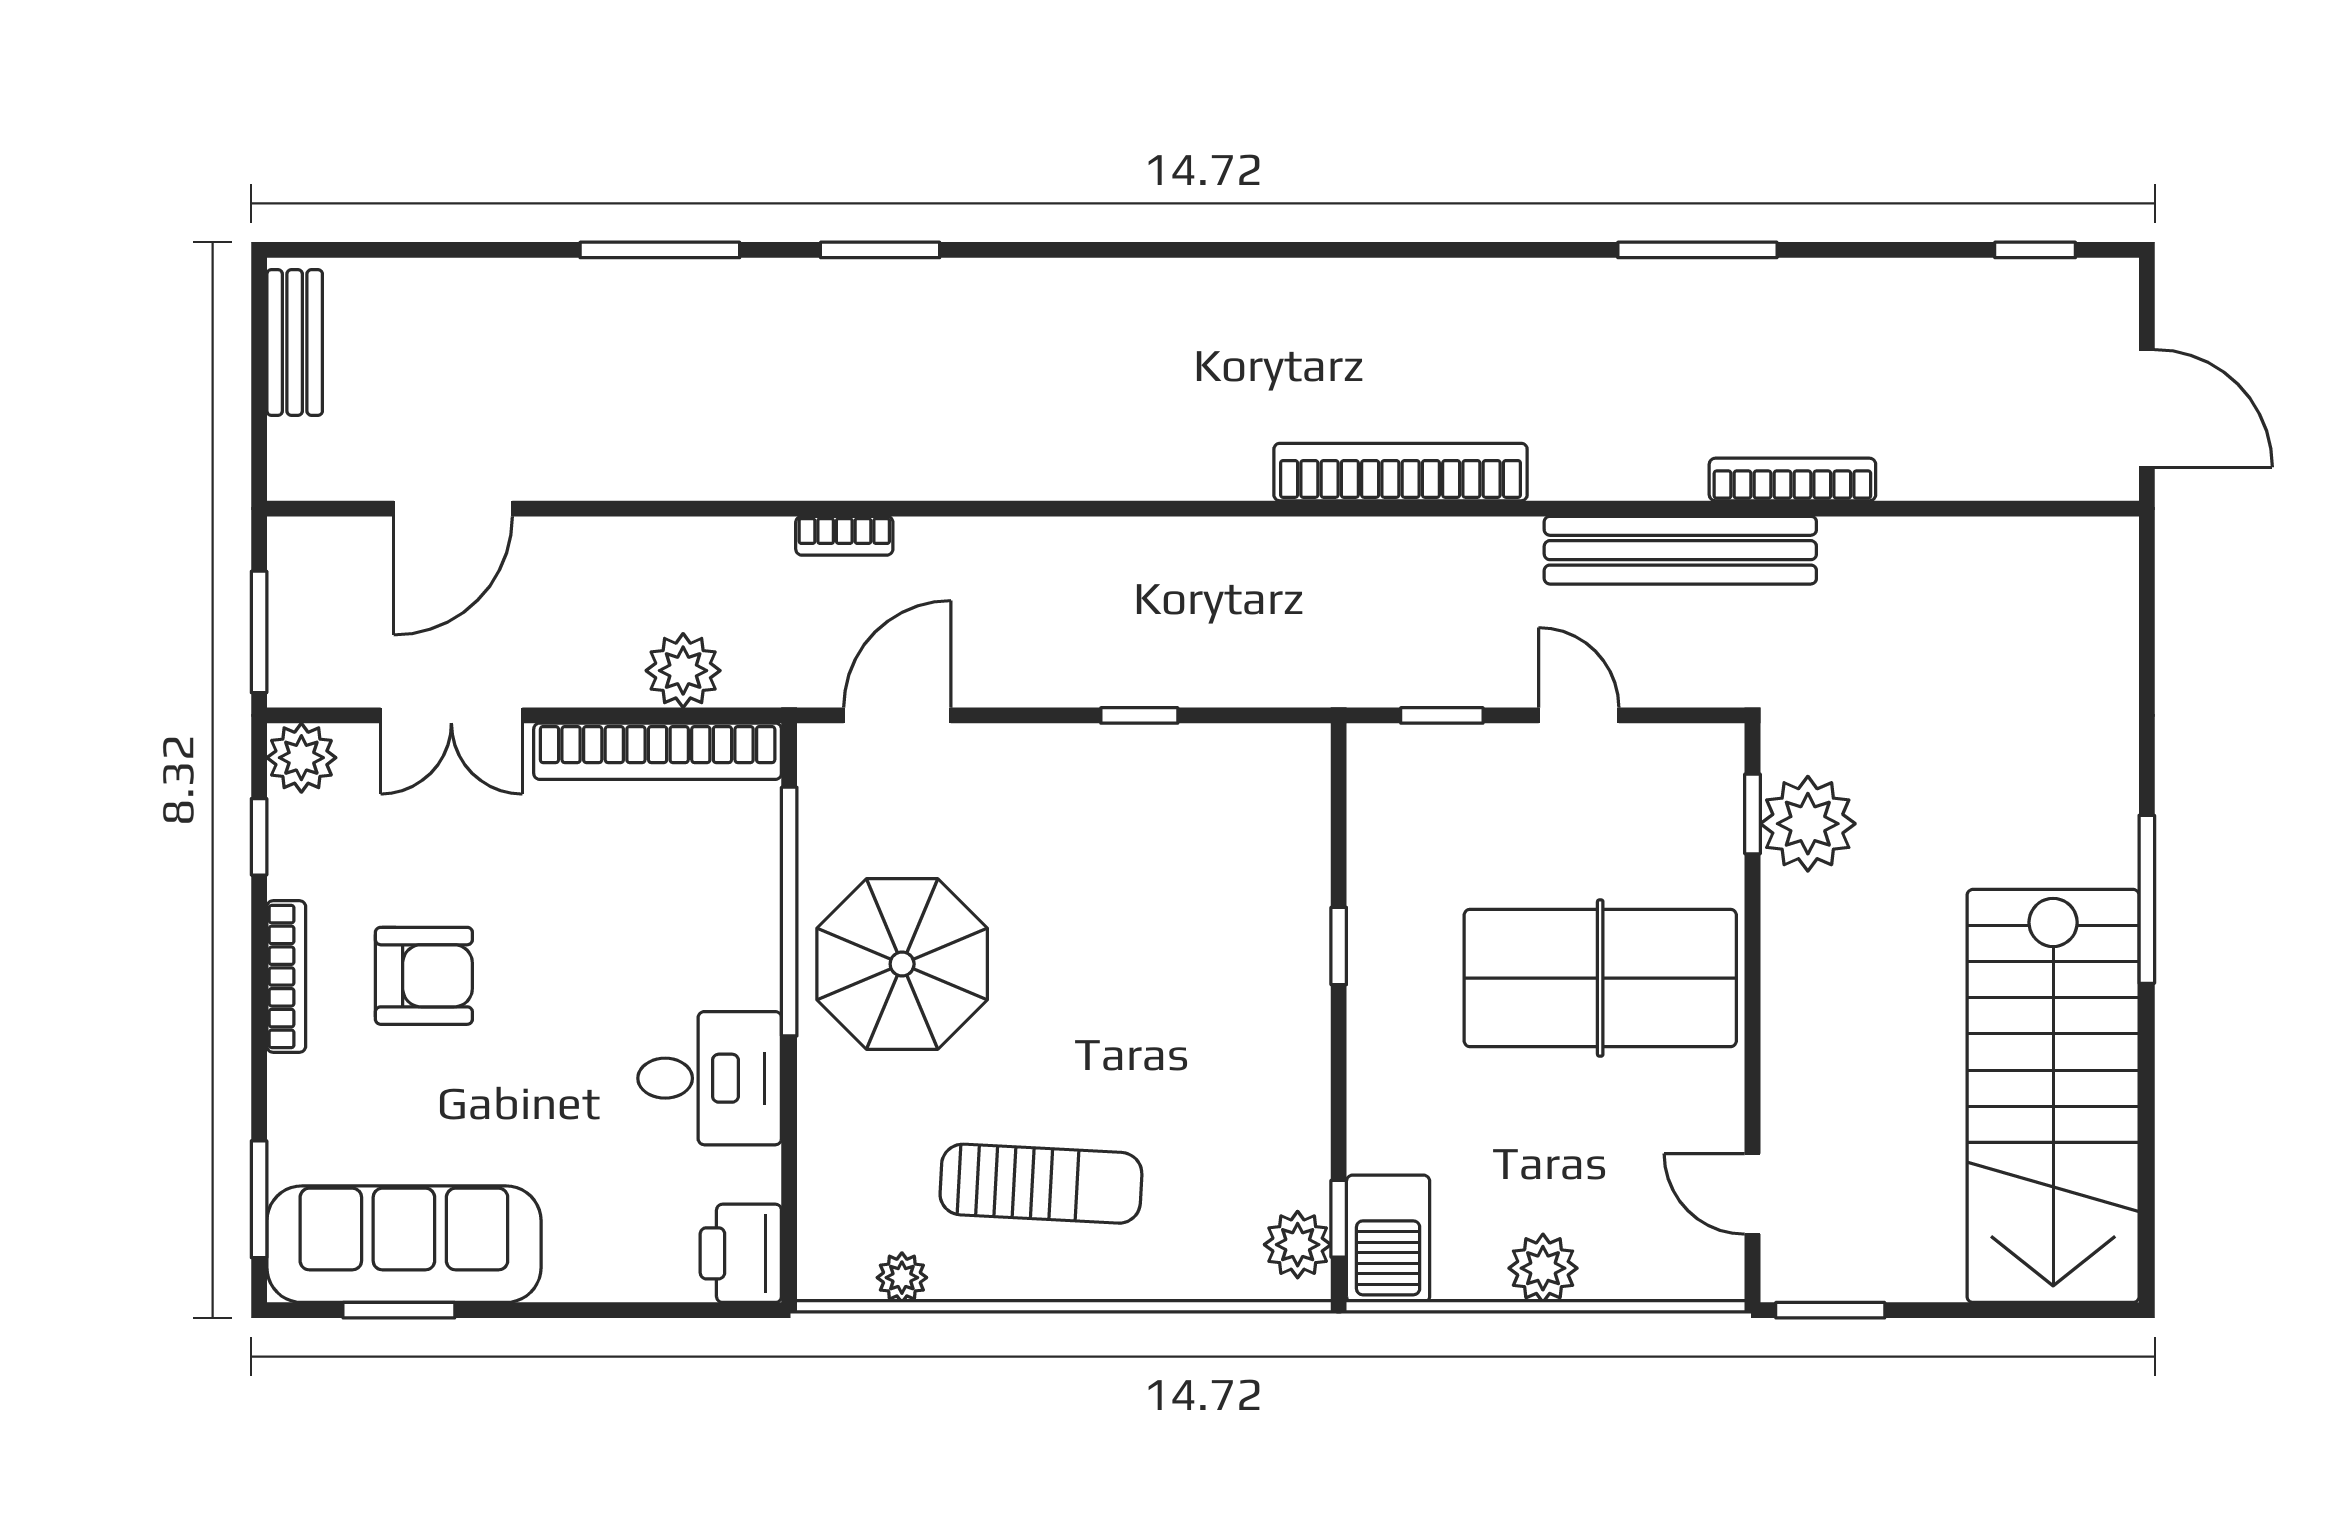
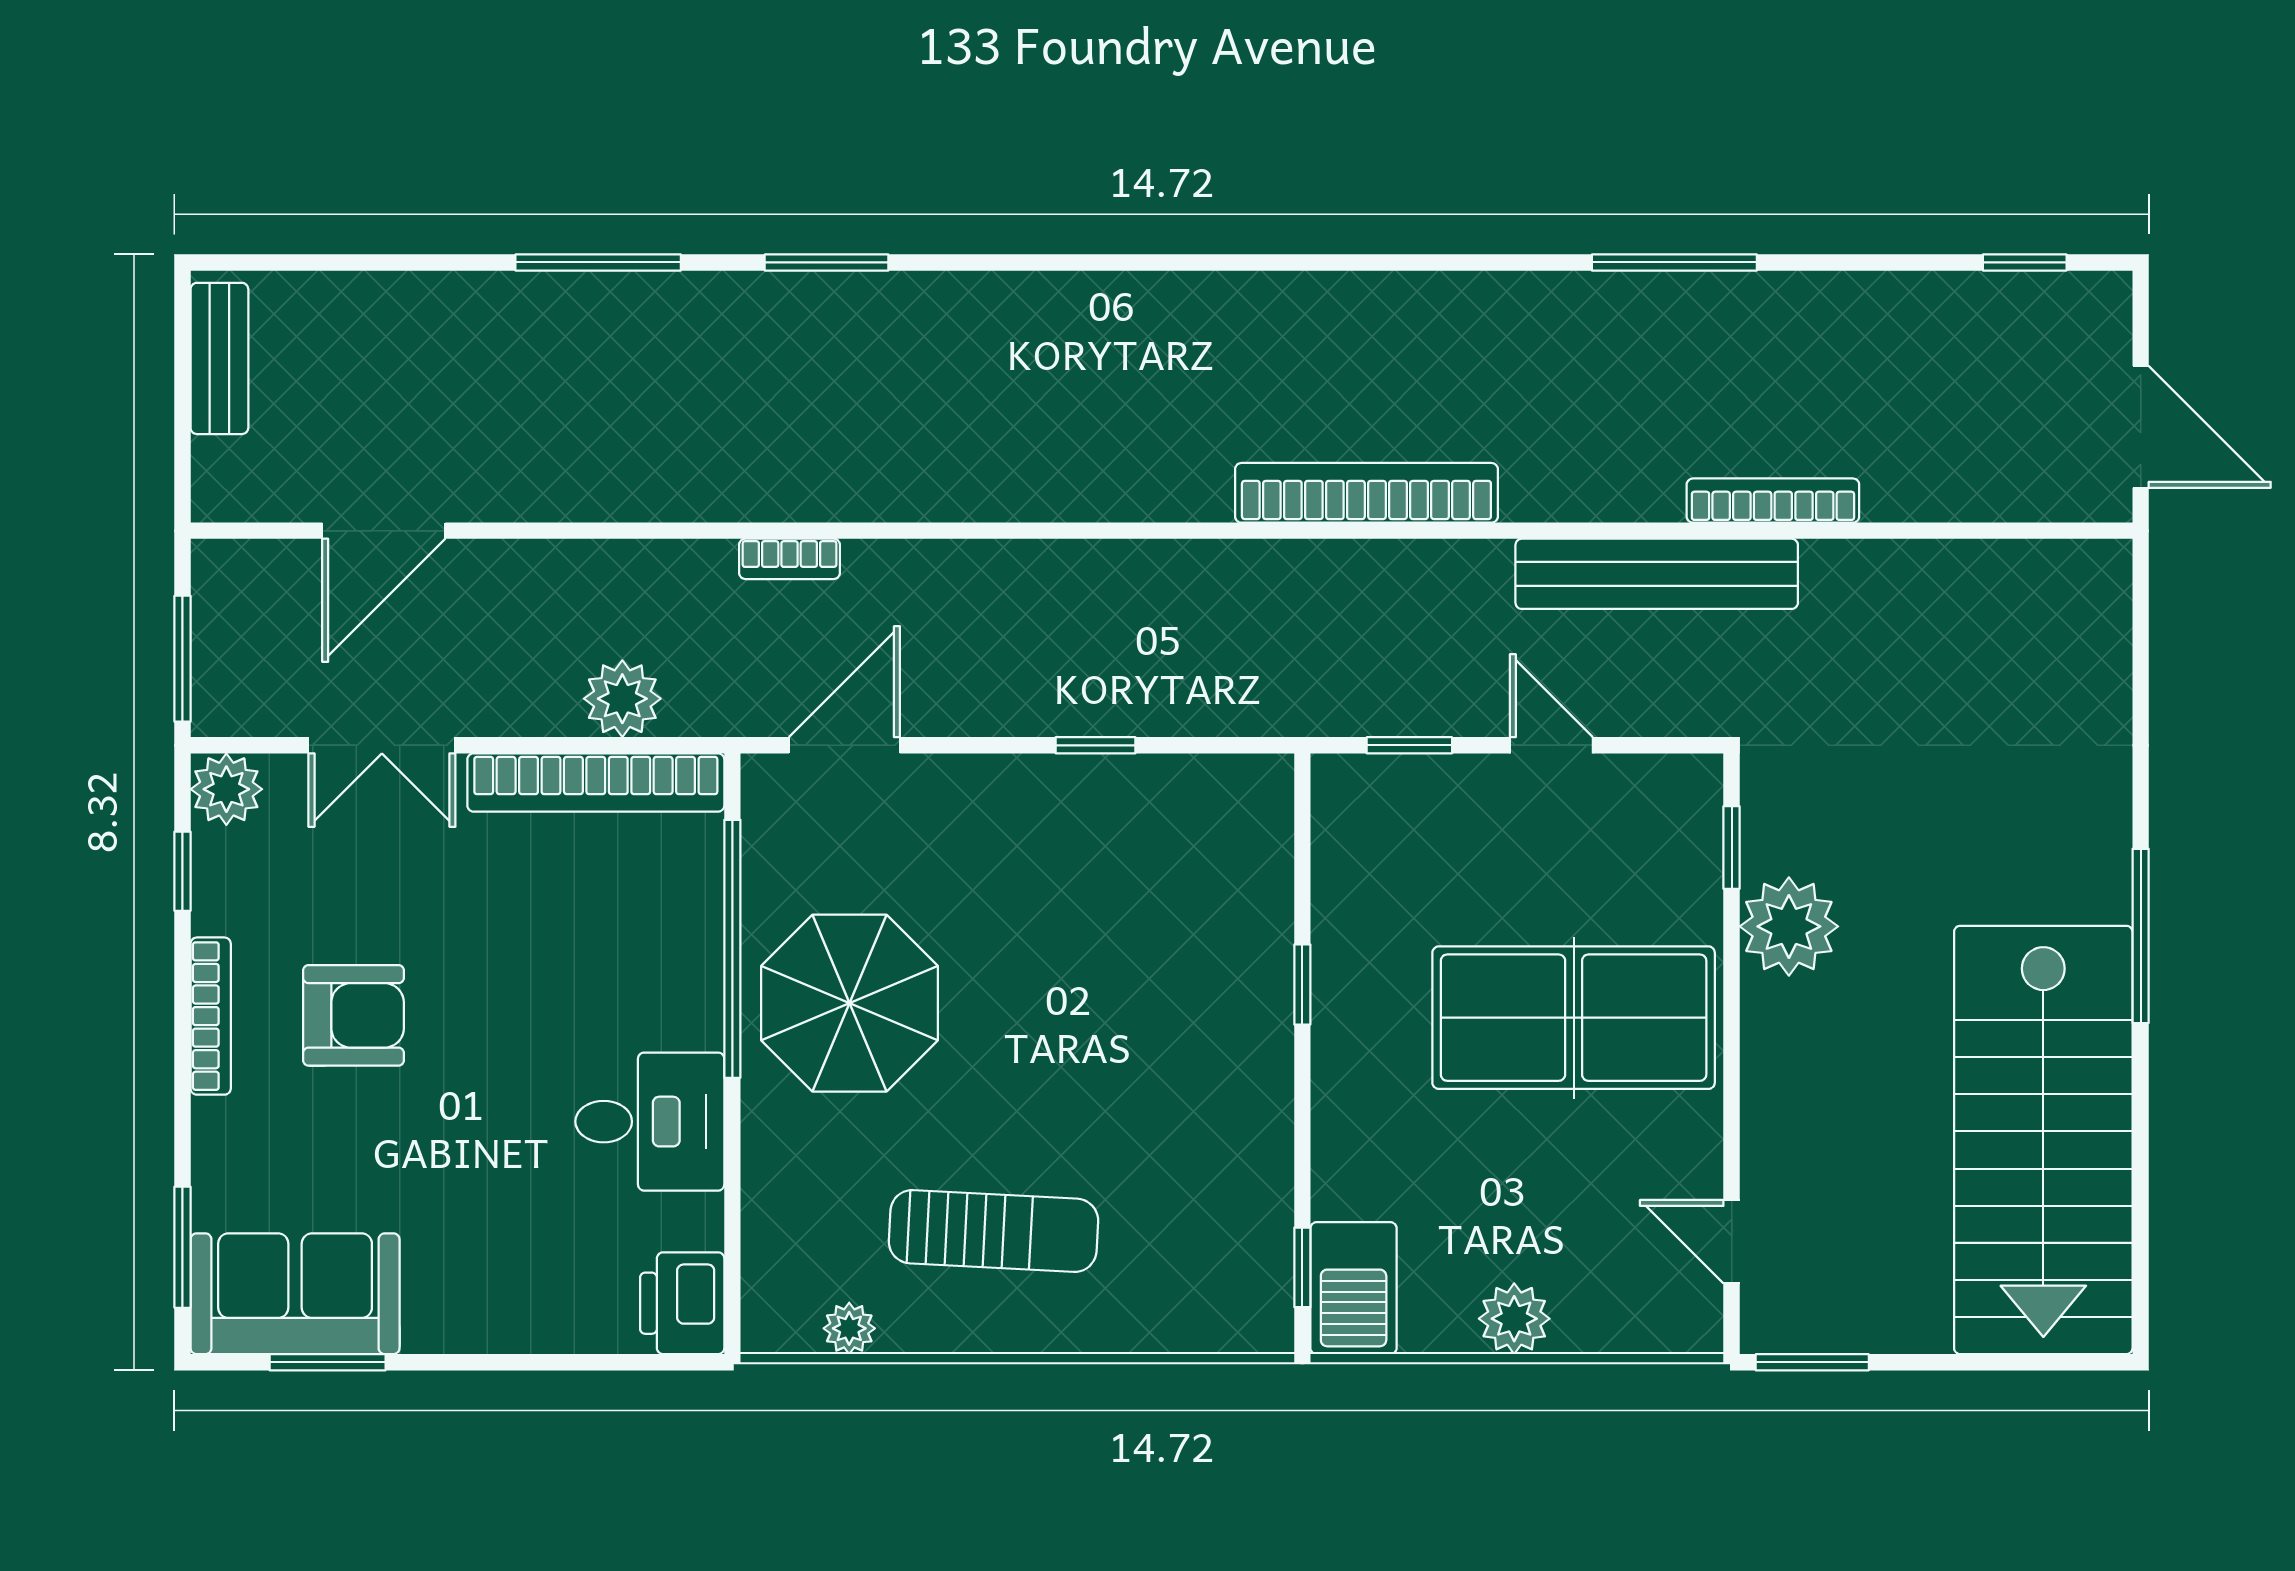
plant: (1808, 824) -> (1789, 926), moved
sofa: (404, 1244) -> (295, 1294), width x0.73
plant: (1298, 1245) -> (1260, 1294), removed

